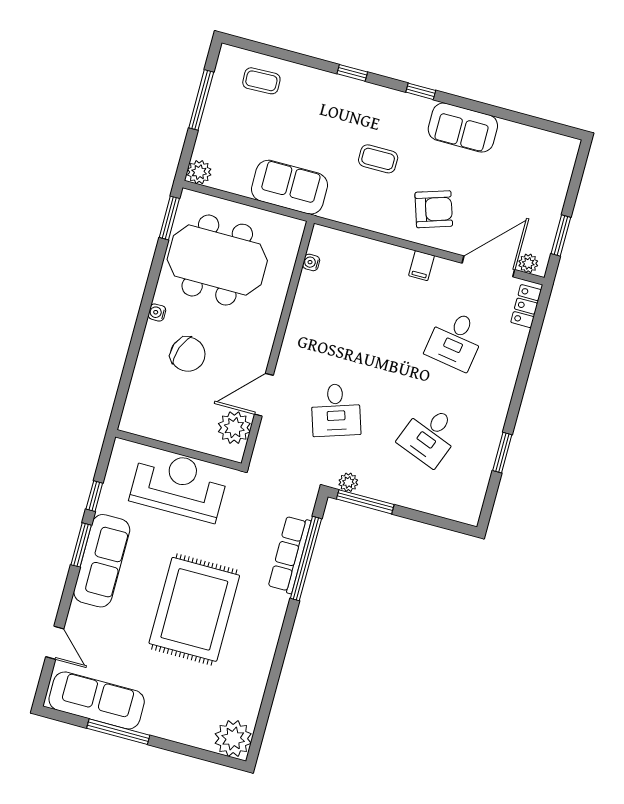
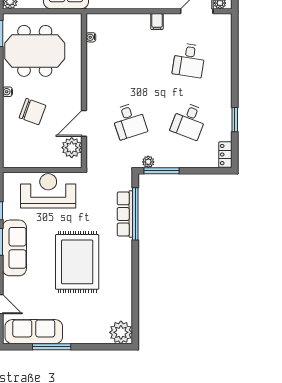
locker: (526, 306) -> (225, 155), moved

